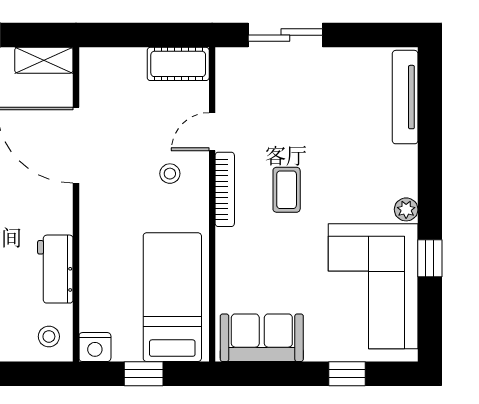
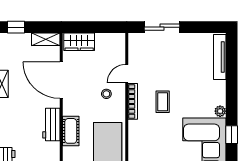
cot: (178, 64) -> (71, 131), moved, turned 90
wardrobe: (113, 65) -> (79, 42), added
workbench: (55, 269) -> (51, 124), moved

